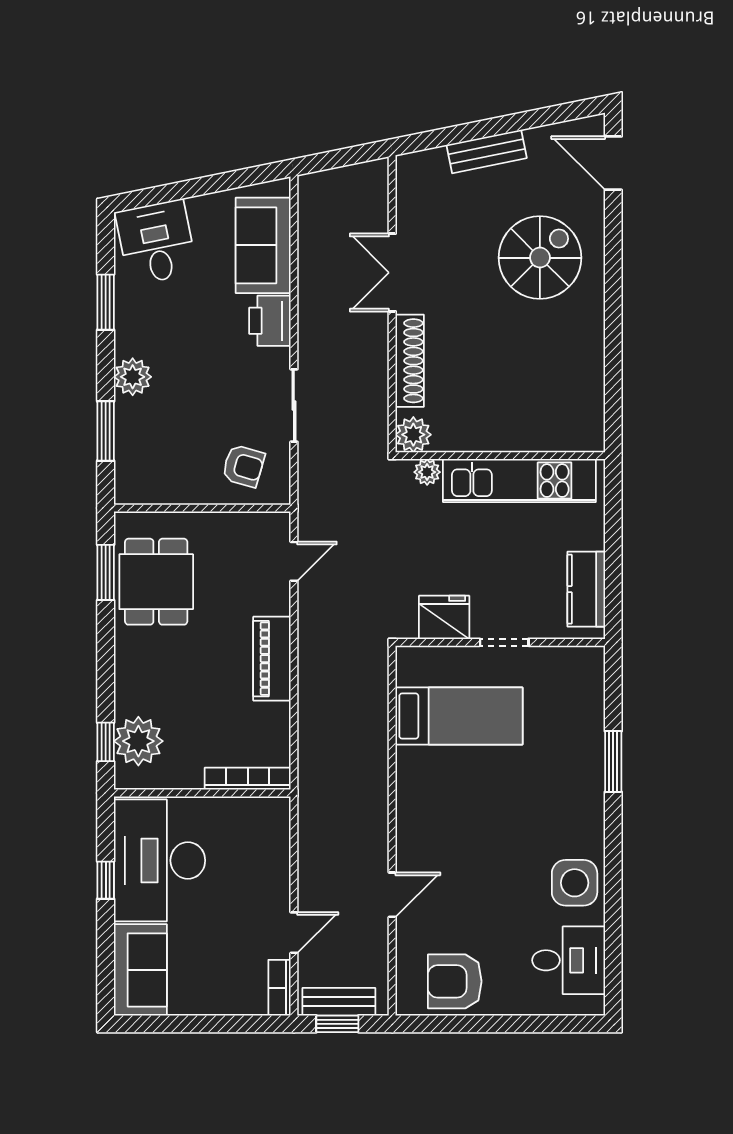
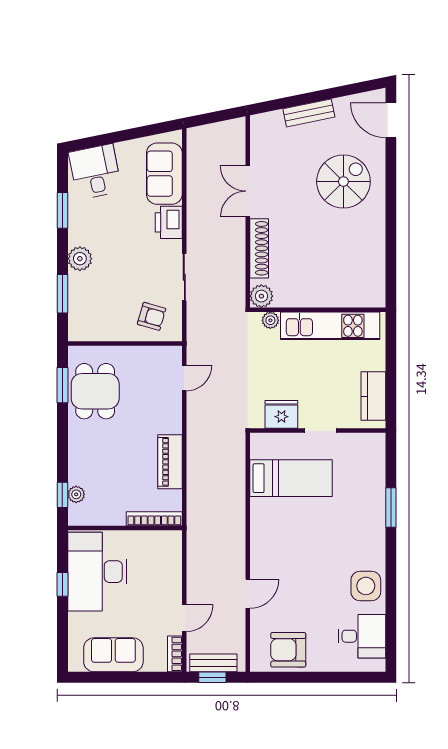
piano: (272, 659) -> (170, 462), moved
plant: (138, 741) -> (76, 494), width x0.53, depth x0.53
sofa: (140, 970) -> (113, 655), moved, turned -90

